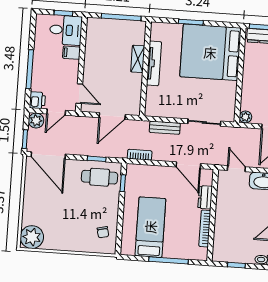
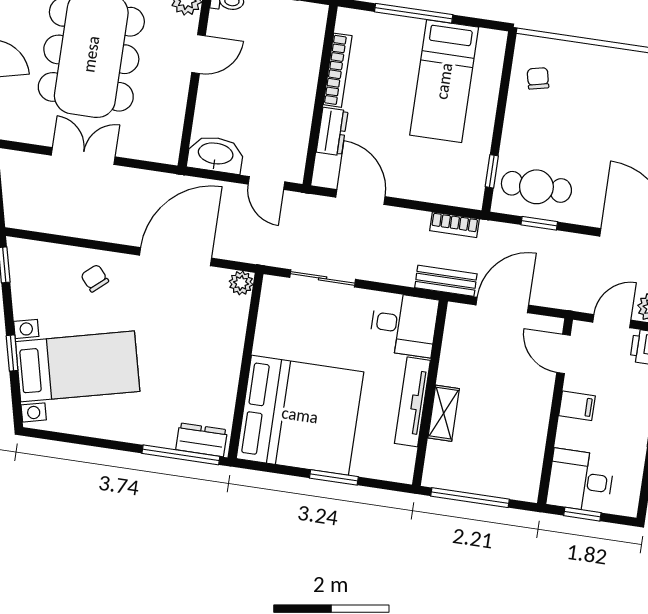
filing cabinet: (71, 53) -> (577, 406), moved
desk: (161, 102) -> (404, 324), added
bench: (165, 128) -> (446, 281), moved

